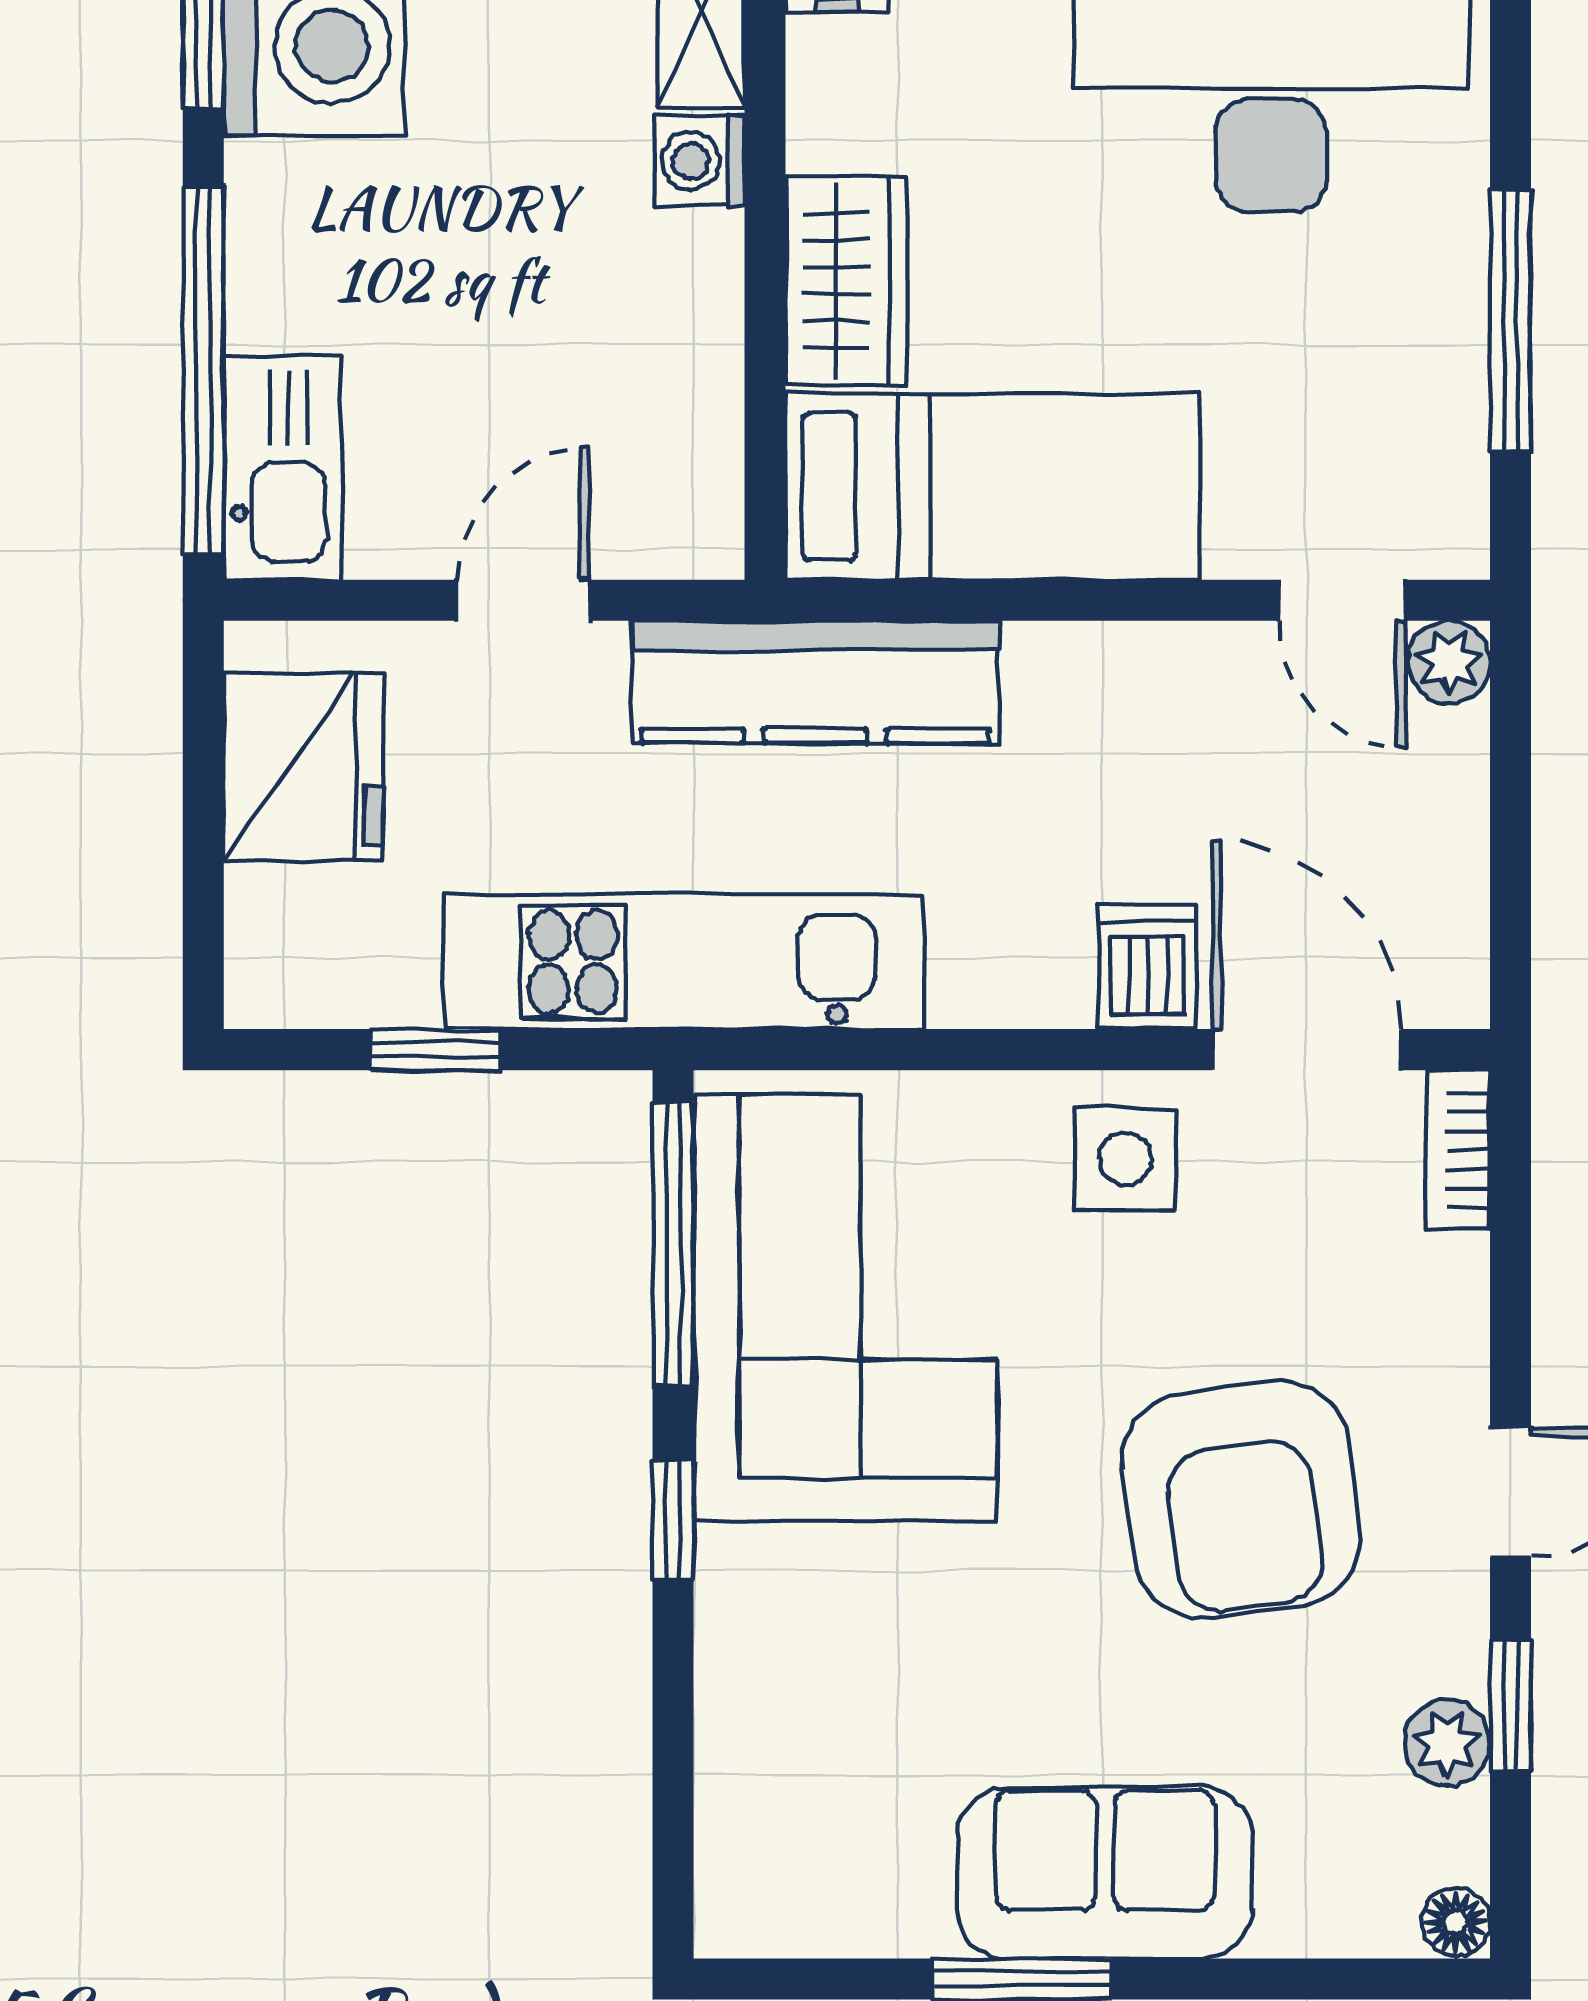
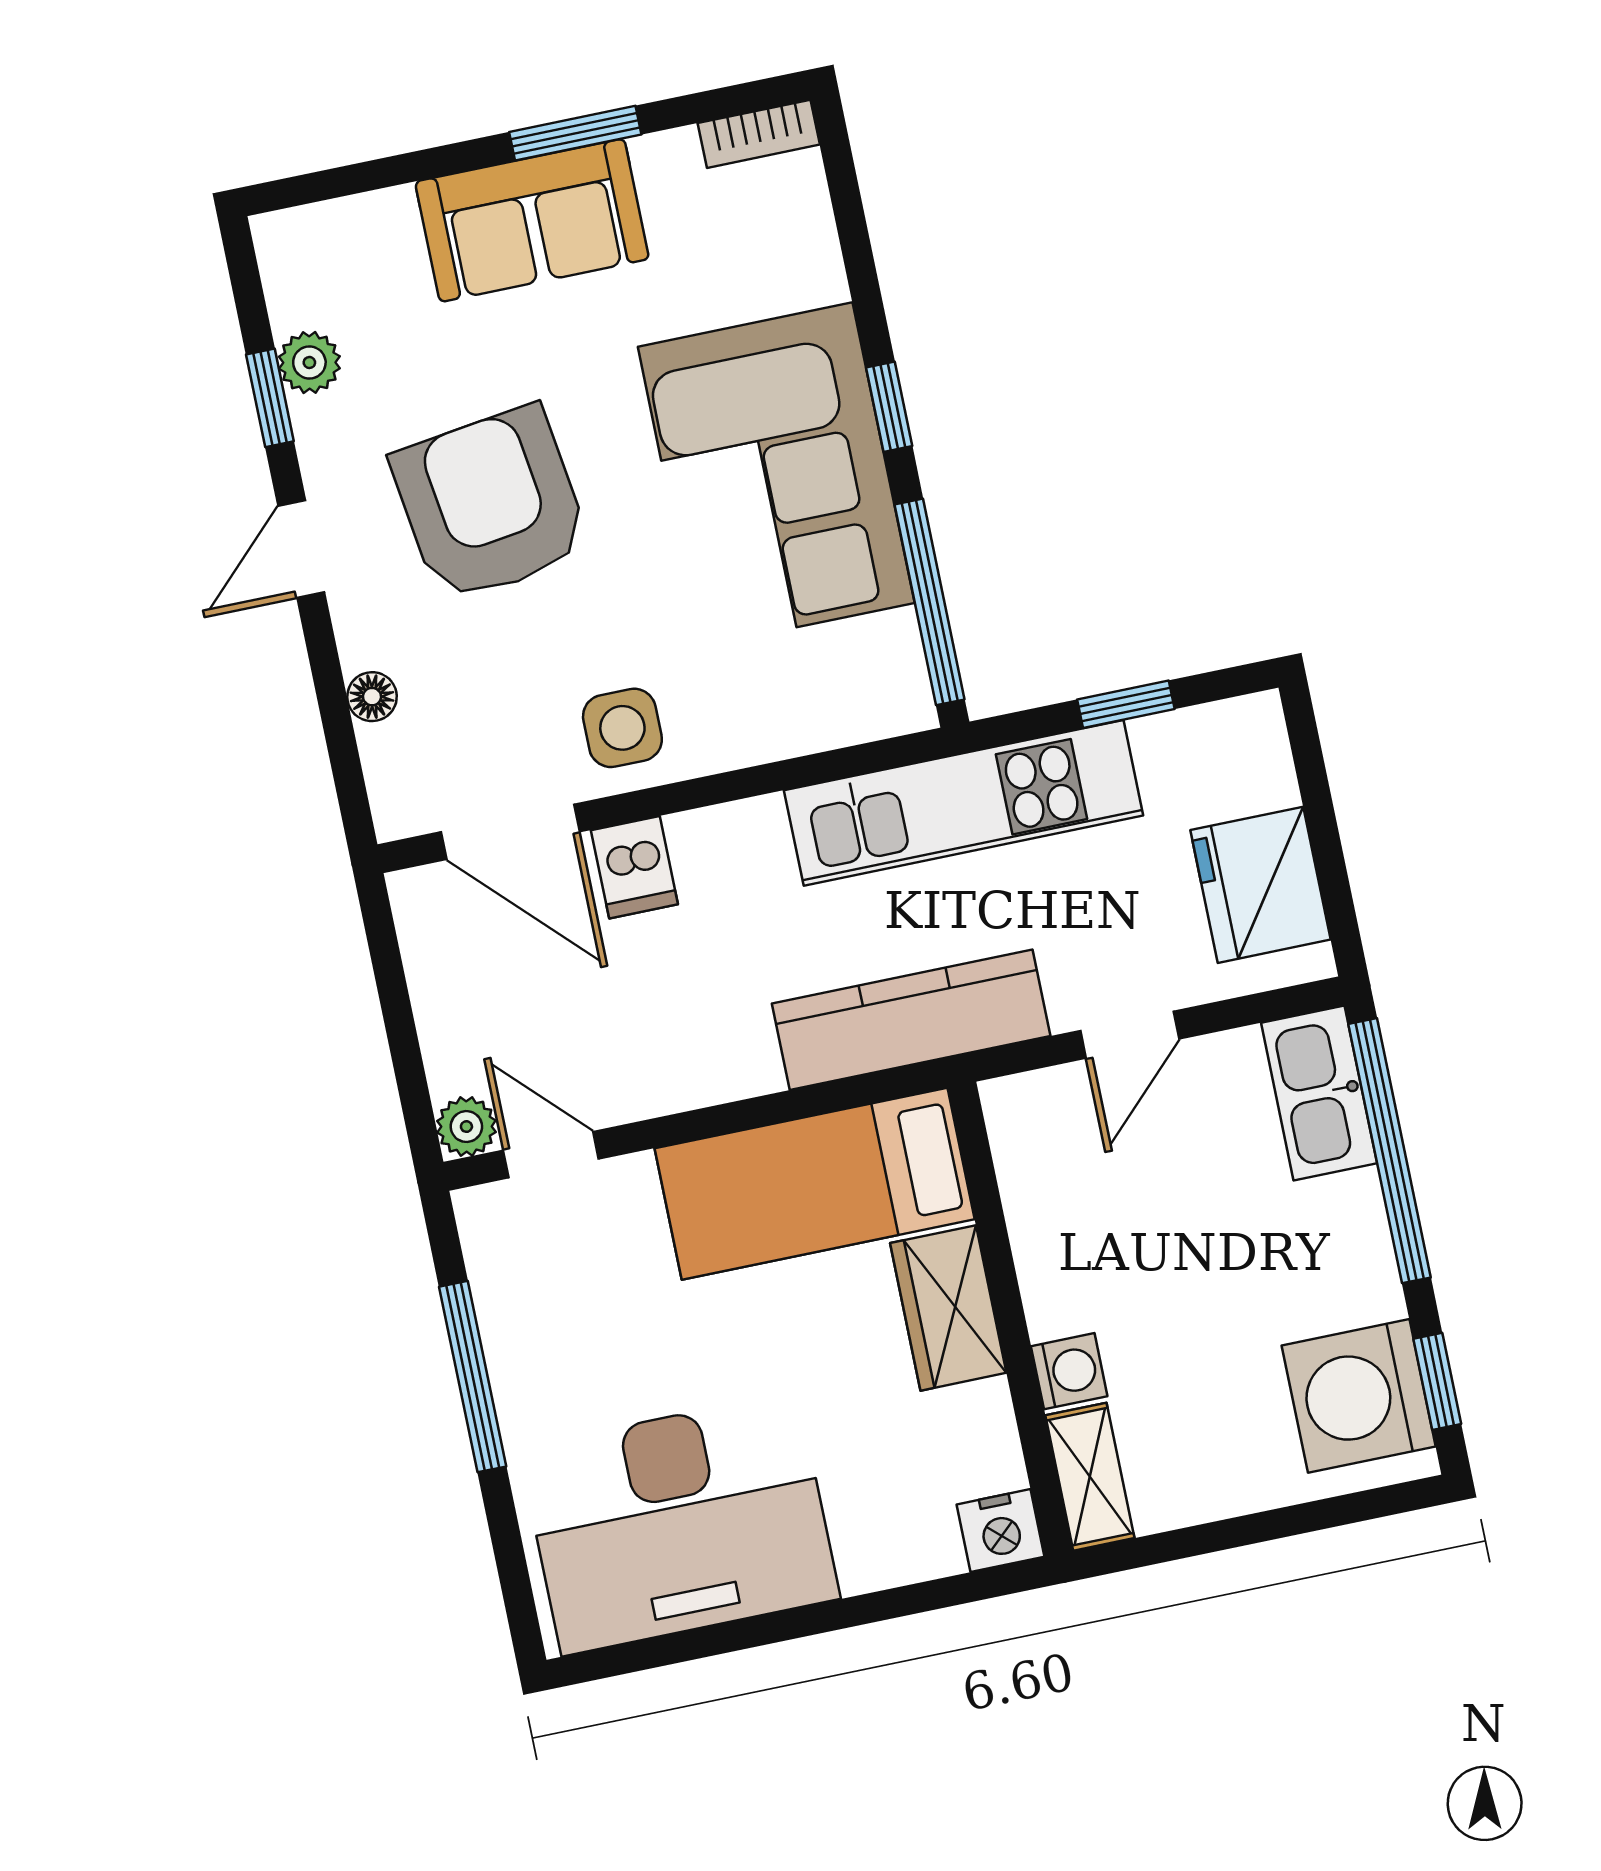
bookcase: (1458, 1150) -> (759, 134), moved, turned 90
corner sofa: (845, 1308) -> (776, 475), moved
floor lamp: (1456, 1922) -> (372, 697), moved

